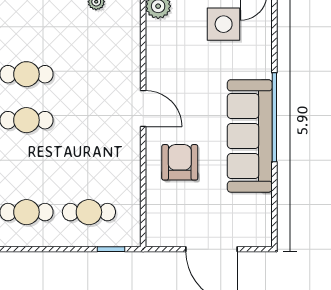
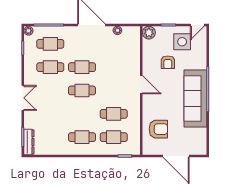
armchair: (196, 65) -> (168, 62), added
armchair: (180, 162) -> (158, 129), moved, turned 90
cafe table: (89, 166) -> (114, 114), added

